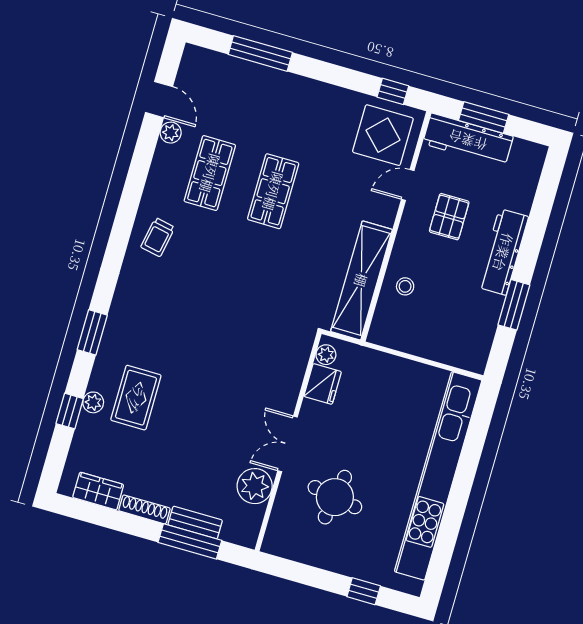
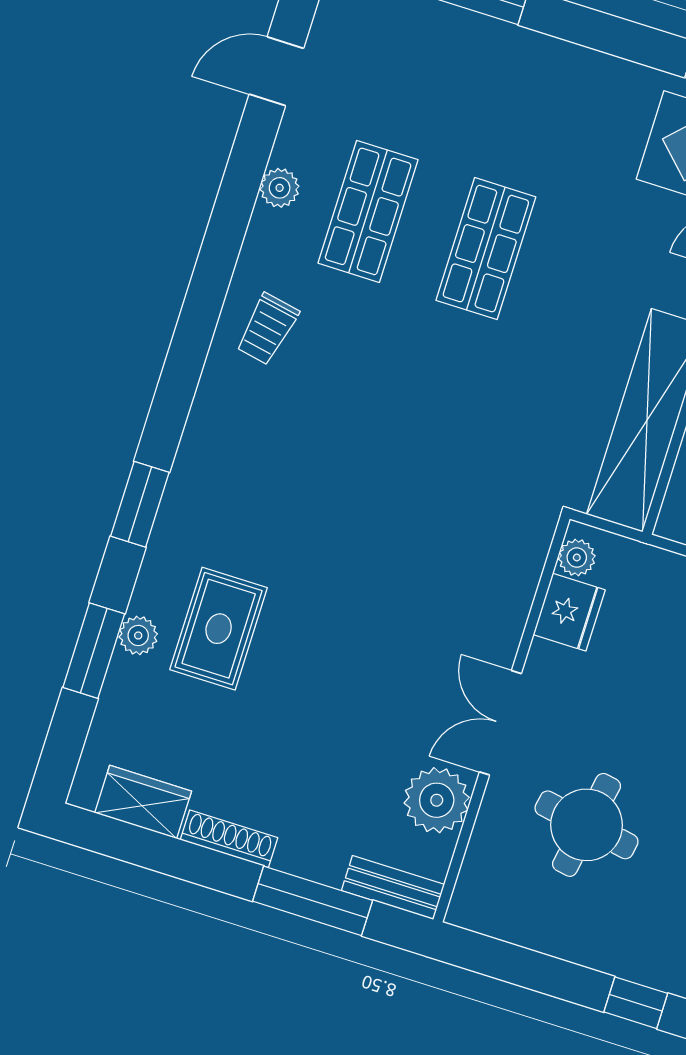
door: (159, 100) -> (276, 71), swing flipped
plant: (171, 133) -> (280, 188), moved
window: (70, 411) -> (94, 651), width x1.50
bench: (195, 522) -> (393, 888), moved

